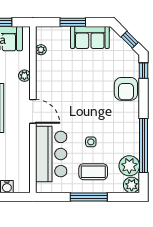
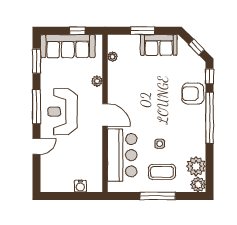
armchair: (126, 89) -> (193, 94), turned 90
window: (144, 146) -> (210, 118), moved

